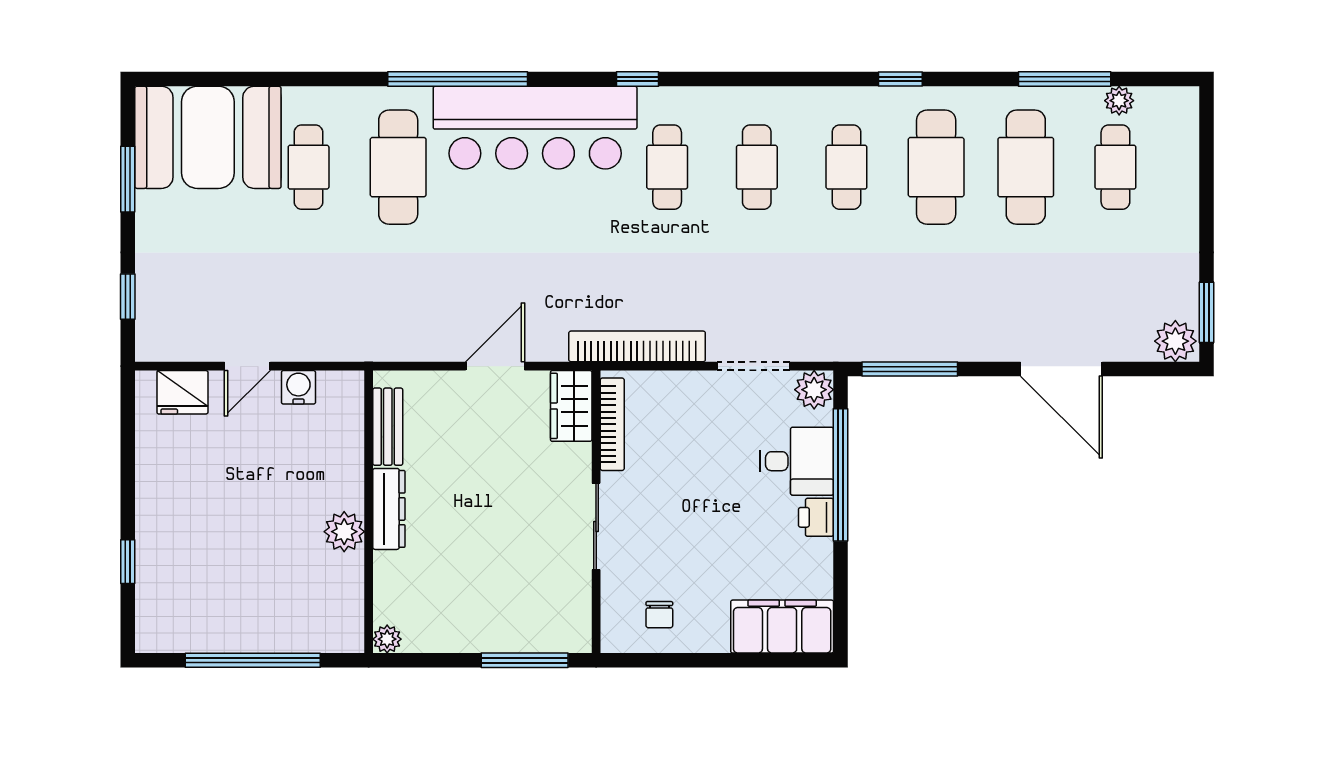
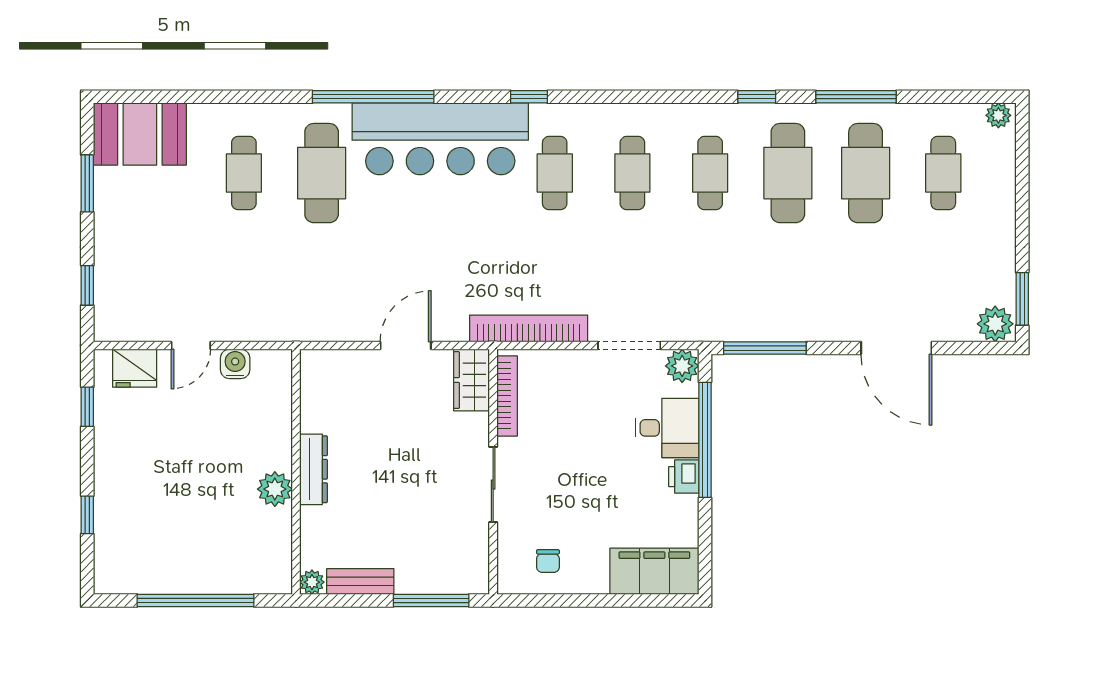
window: (1065, 79) -> (856, 97), moved
plant: (1119, 101) -> (998, 115), moved
booth: (208, 137) -> (140, 134), width x0.73, depth x0.70
bench: (388, 427) -> (360, 582), moved, turned 90
window: (128, 437) -> (87, 407), added

